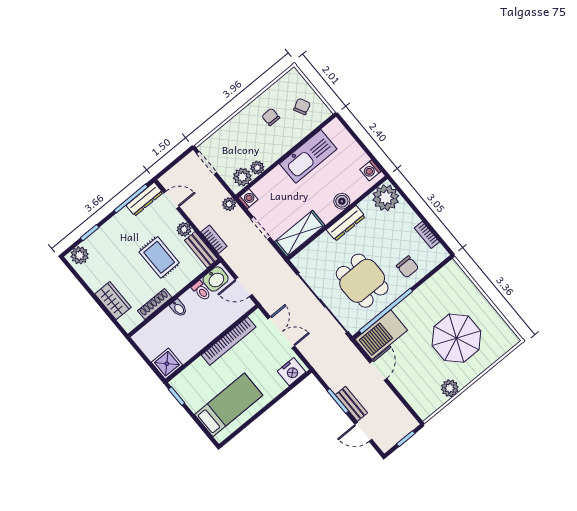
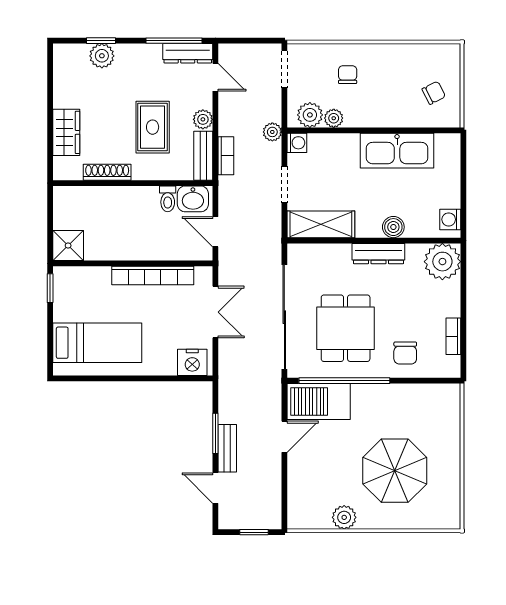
chair: (271, 117) -> (348, 75), moved
plant: (80, 255) -> (102, 56), moved
bidet: (178, 308) -> (129, 197), removed

